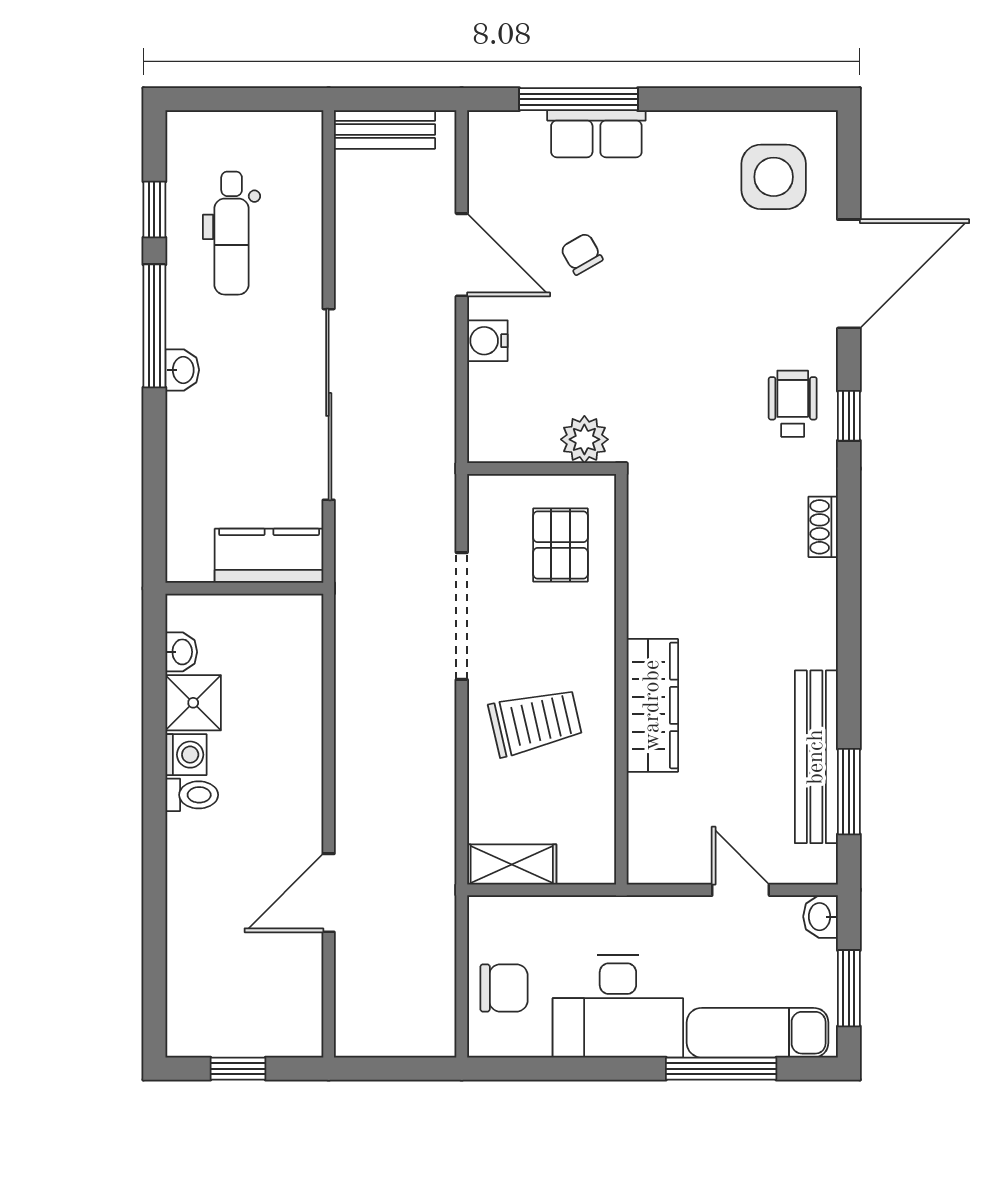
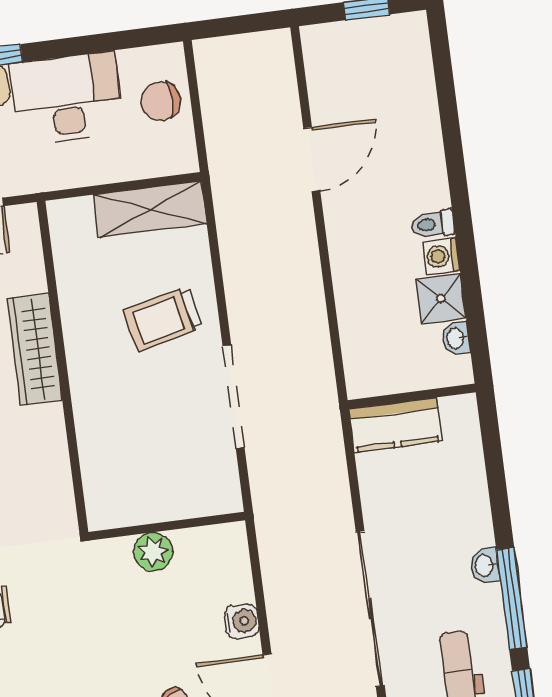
sliding door: (329, 404) -> (370, 609), moved
pallet: (560, 545) -> (161, 464), removed
wall: (621, 679) -> (62, 367), moved
wardrobe: (652, 705) -> (35, 349), moved
shelving: (512, 864) -> (150, 209), width x1.50, depth x1.33

